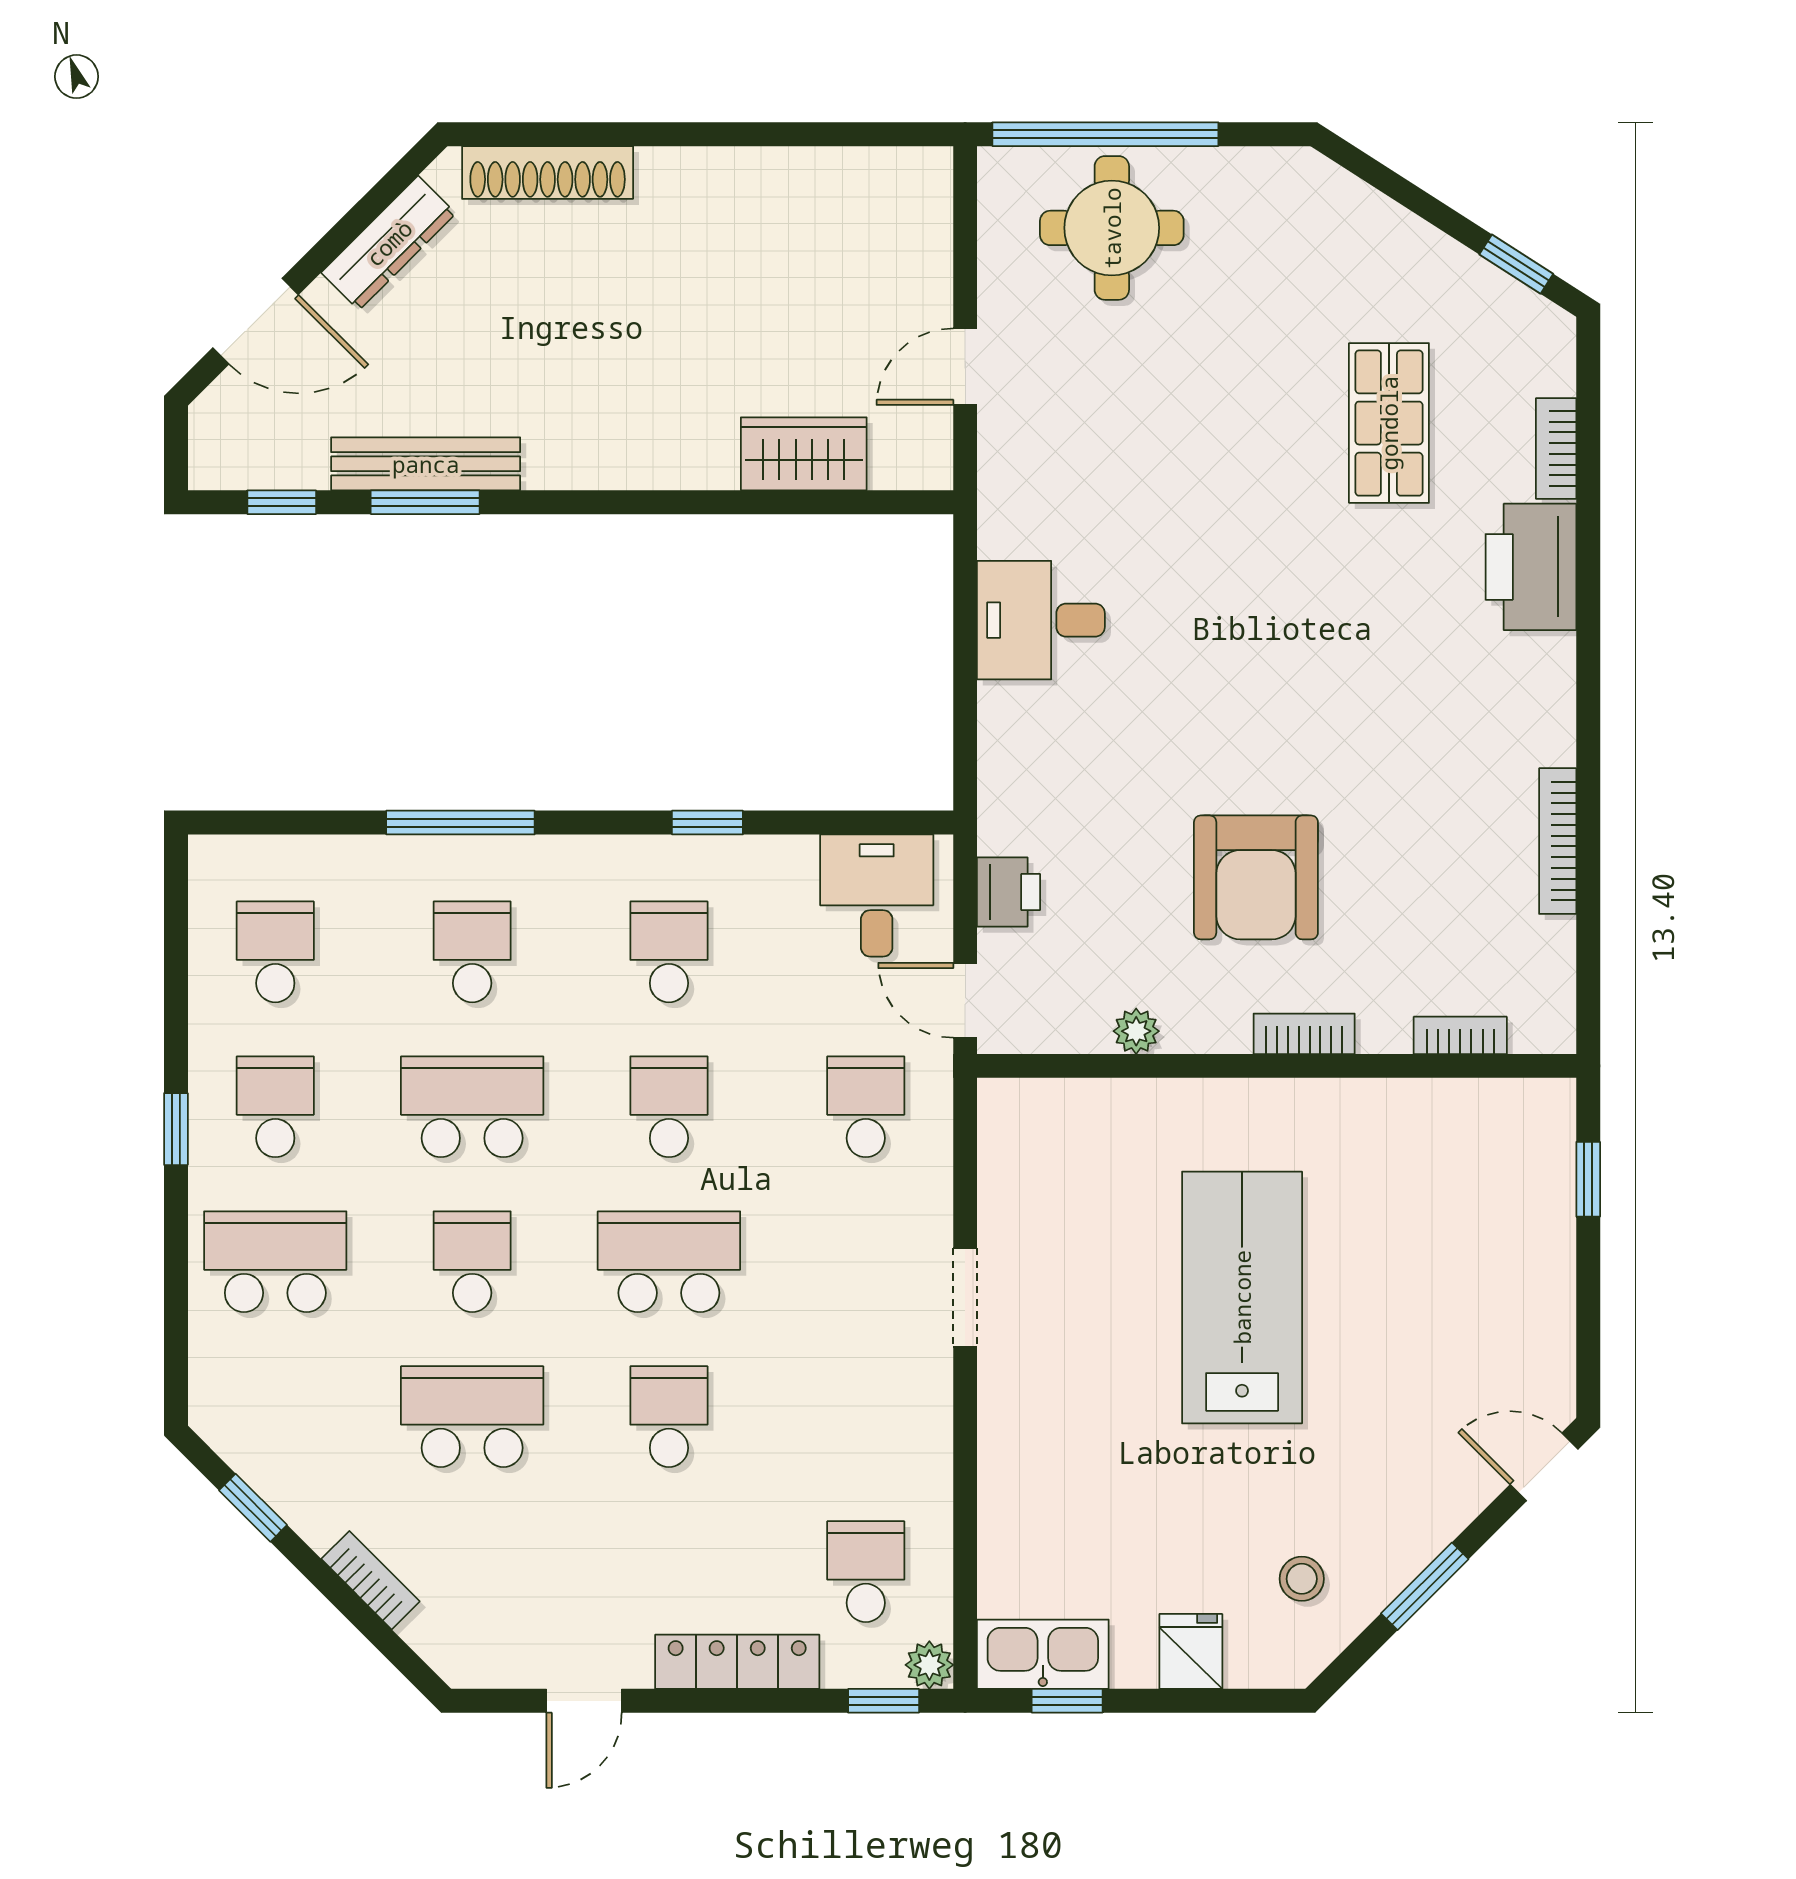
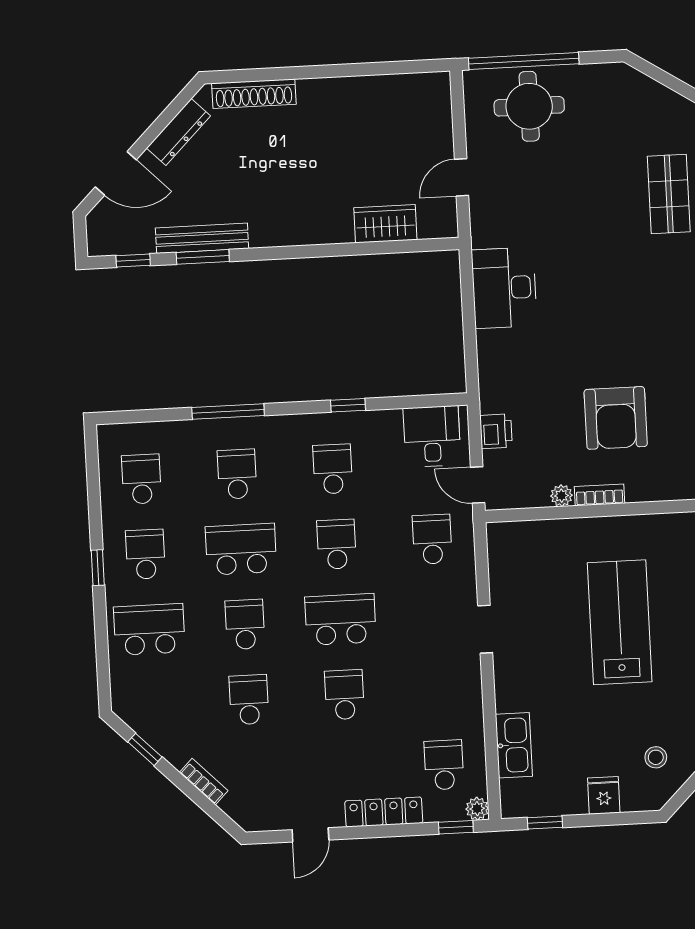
desk: (1041, 620) -> (504, 288), width x1.37
bookcase: (1304, 1034) -> (599, 495), moved
school desk: (472, 1417) -> (249, 700), width x0.54
kitchen sink: (1043, 1654) -> (514, 745), moved, turned 90

